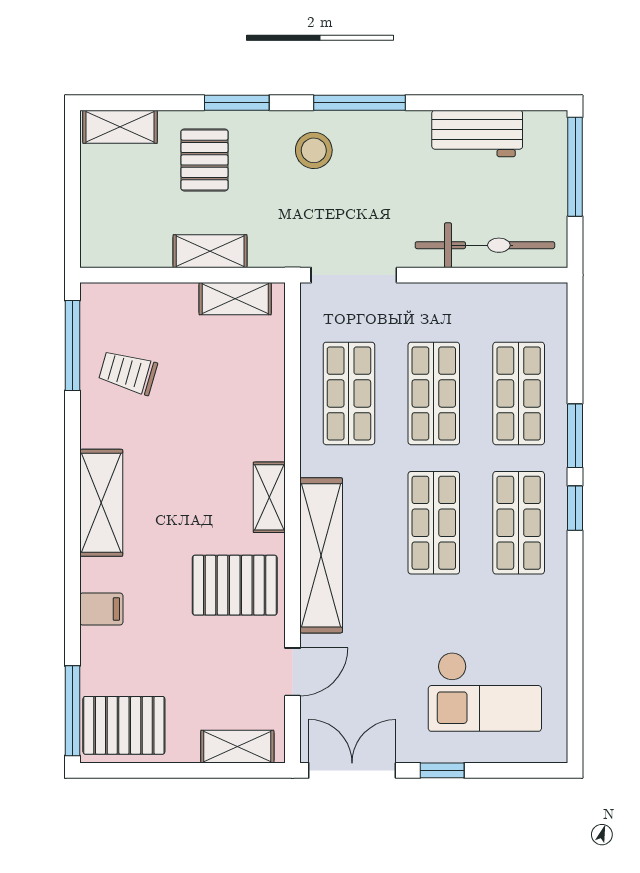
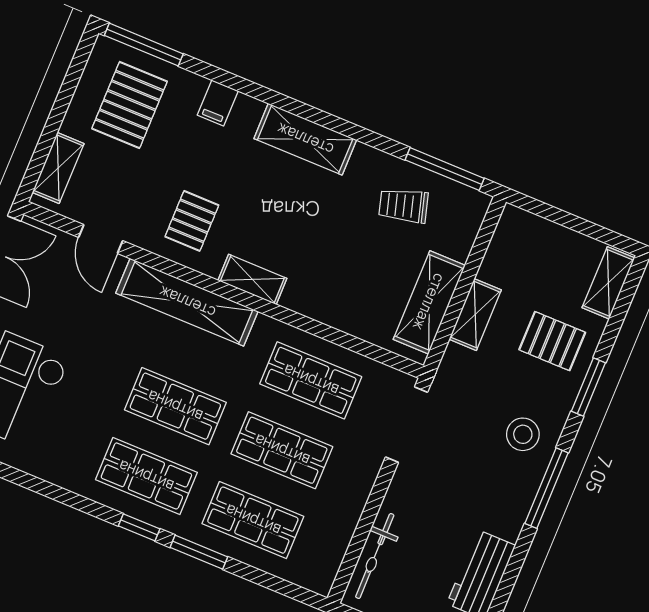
bicycle: (485, 245) -> (375, 556), width x0.73, depth x0.71
shelving: (235, 299) -> (429, 302), width x1.50, depth x1.33
trolley: (128, 372) -> (403, 206), turned -122
pallet: (235, 585) -> (192, 221), width x0.67, depth x0.71
pallet: (124, 725) -> (130, 105), moved

